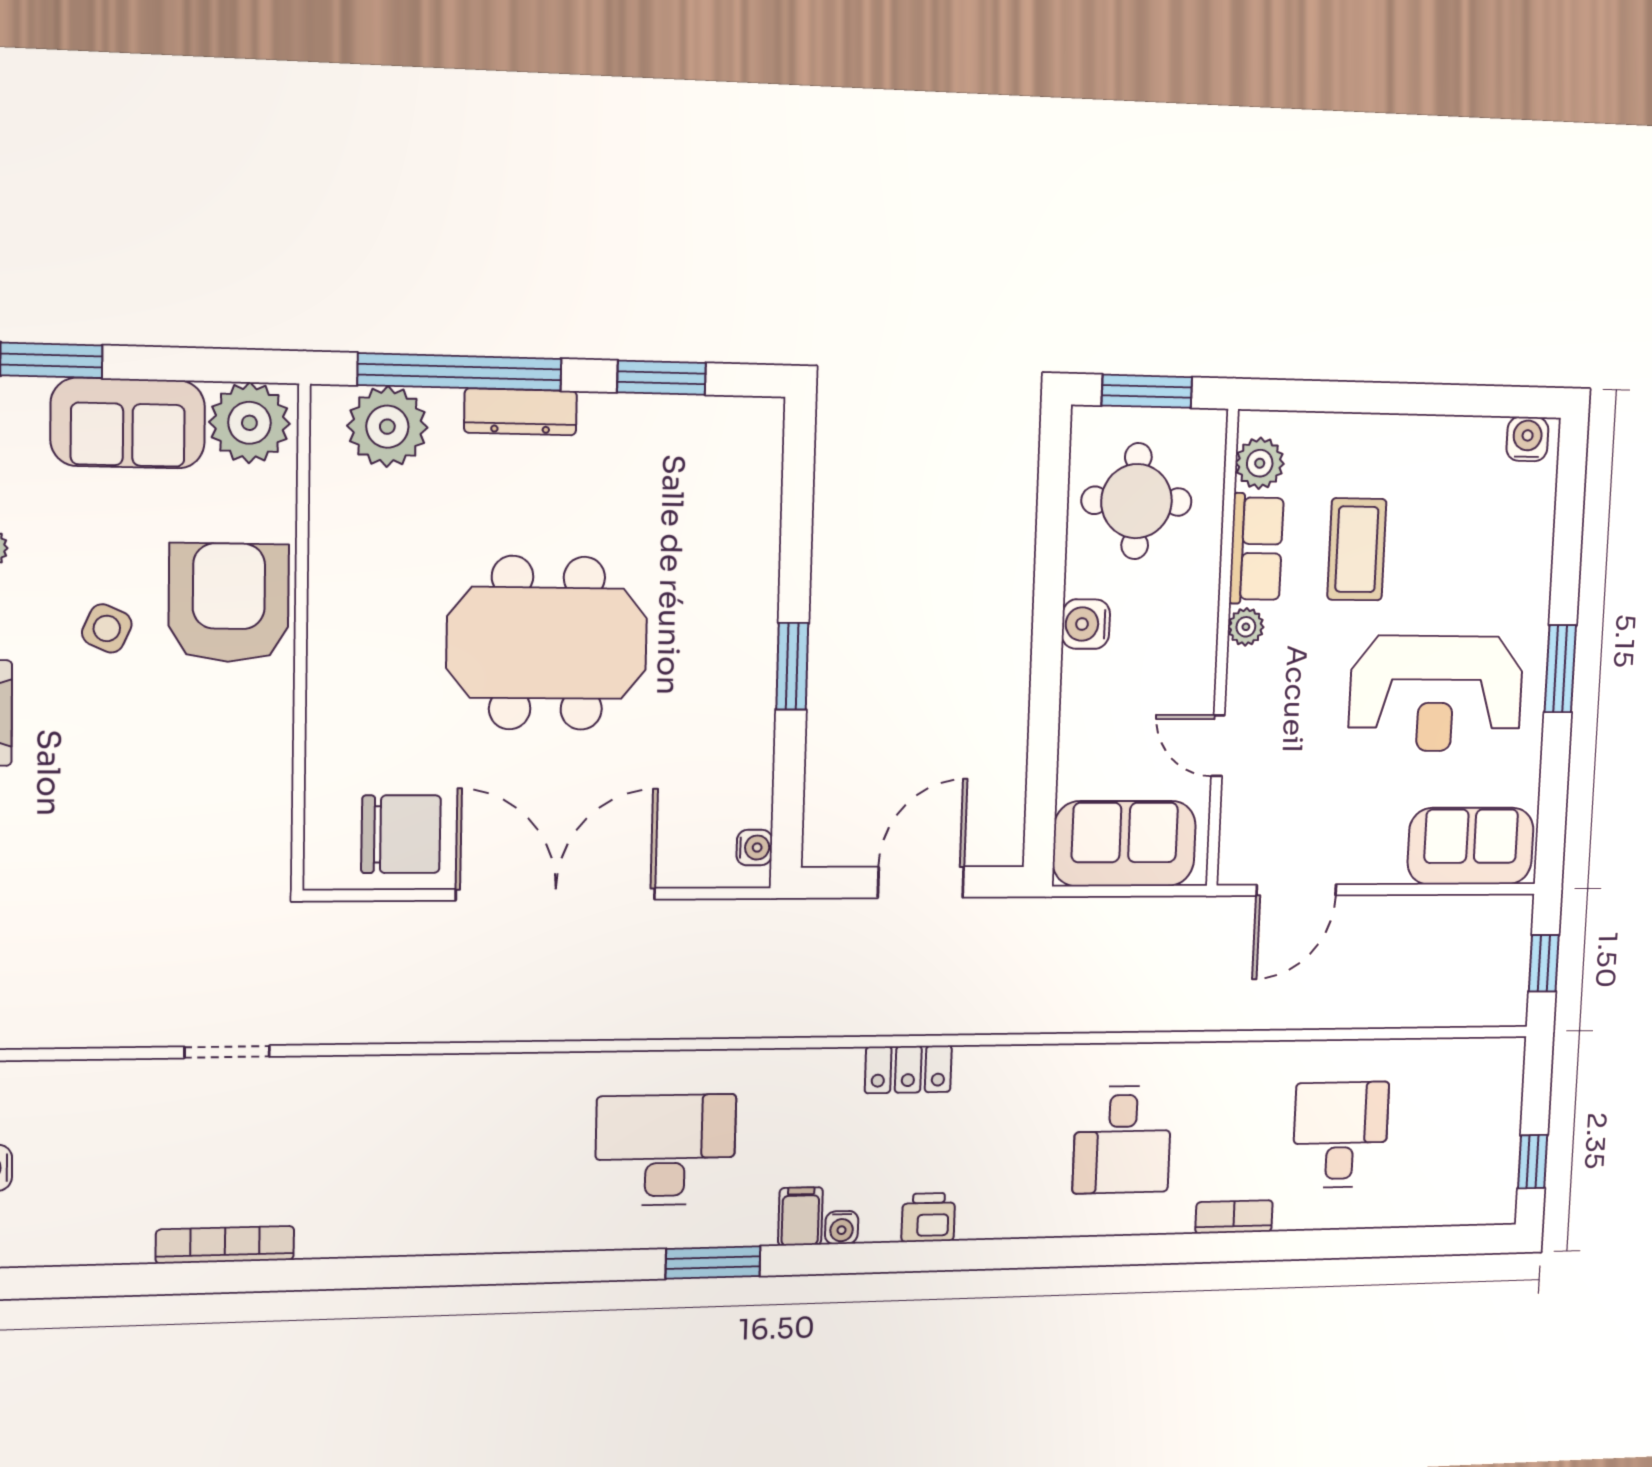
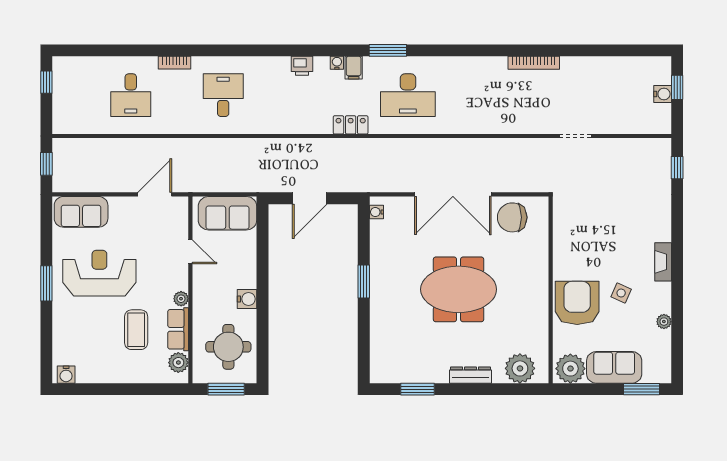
window: (460, 372) -> (493, 389), removed
armchair: (229, 603) -> (577, 303), turned 180
locker: (908, 1069) -> (351, 125), moved
bookcase: (225, 1245) -> (534, 63), moved

